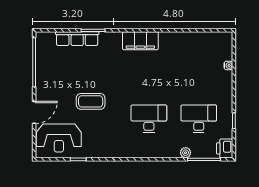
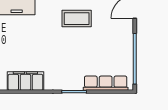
row of seats: (77, 39) -> (106, 83), moved

